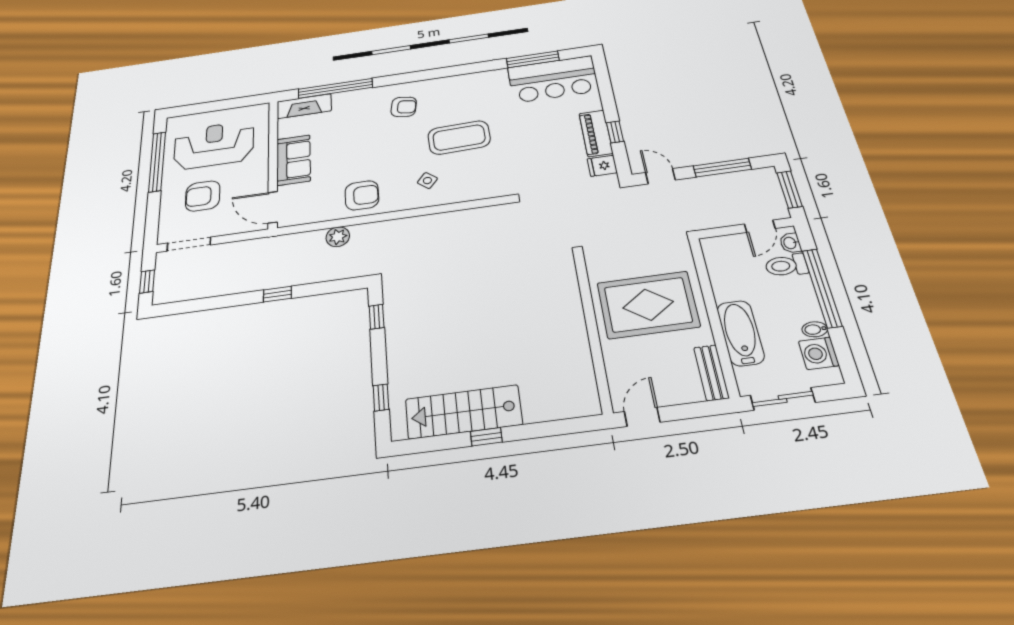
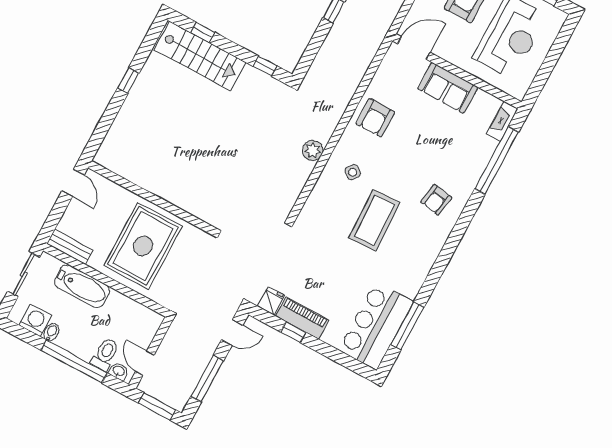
fireplace: (304, 106) -> (502, 121), width x0.73, depth x0.76
plant: (338, 237) -> (313, 150), moved
stairs: (464, 412) -> (200, 56), moved, turned 90

